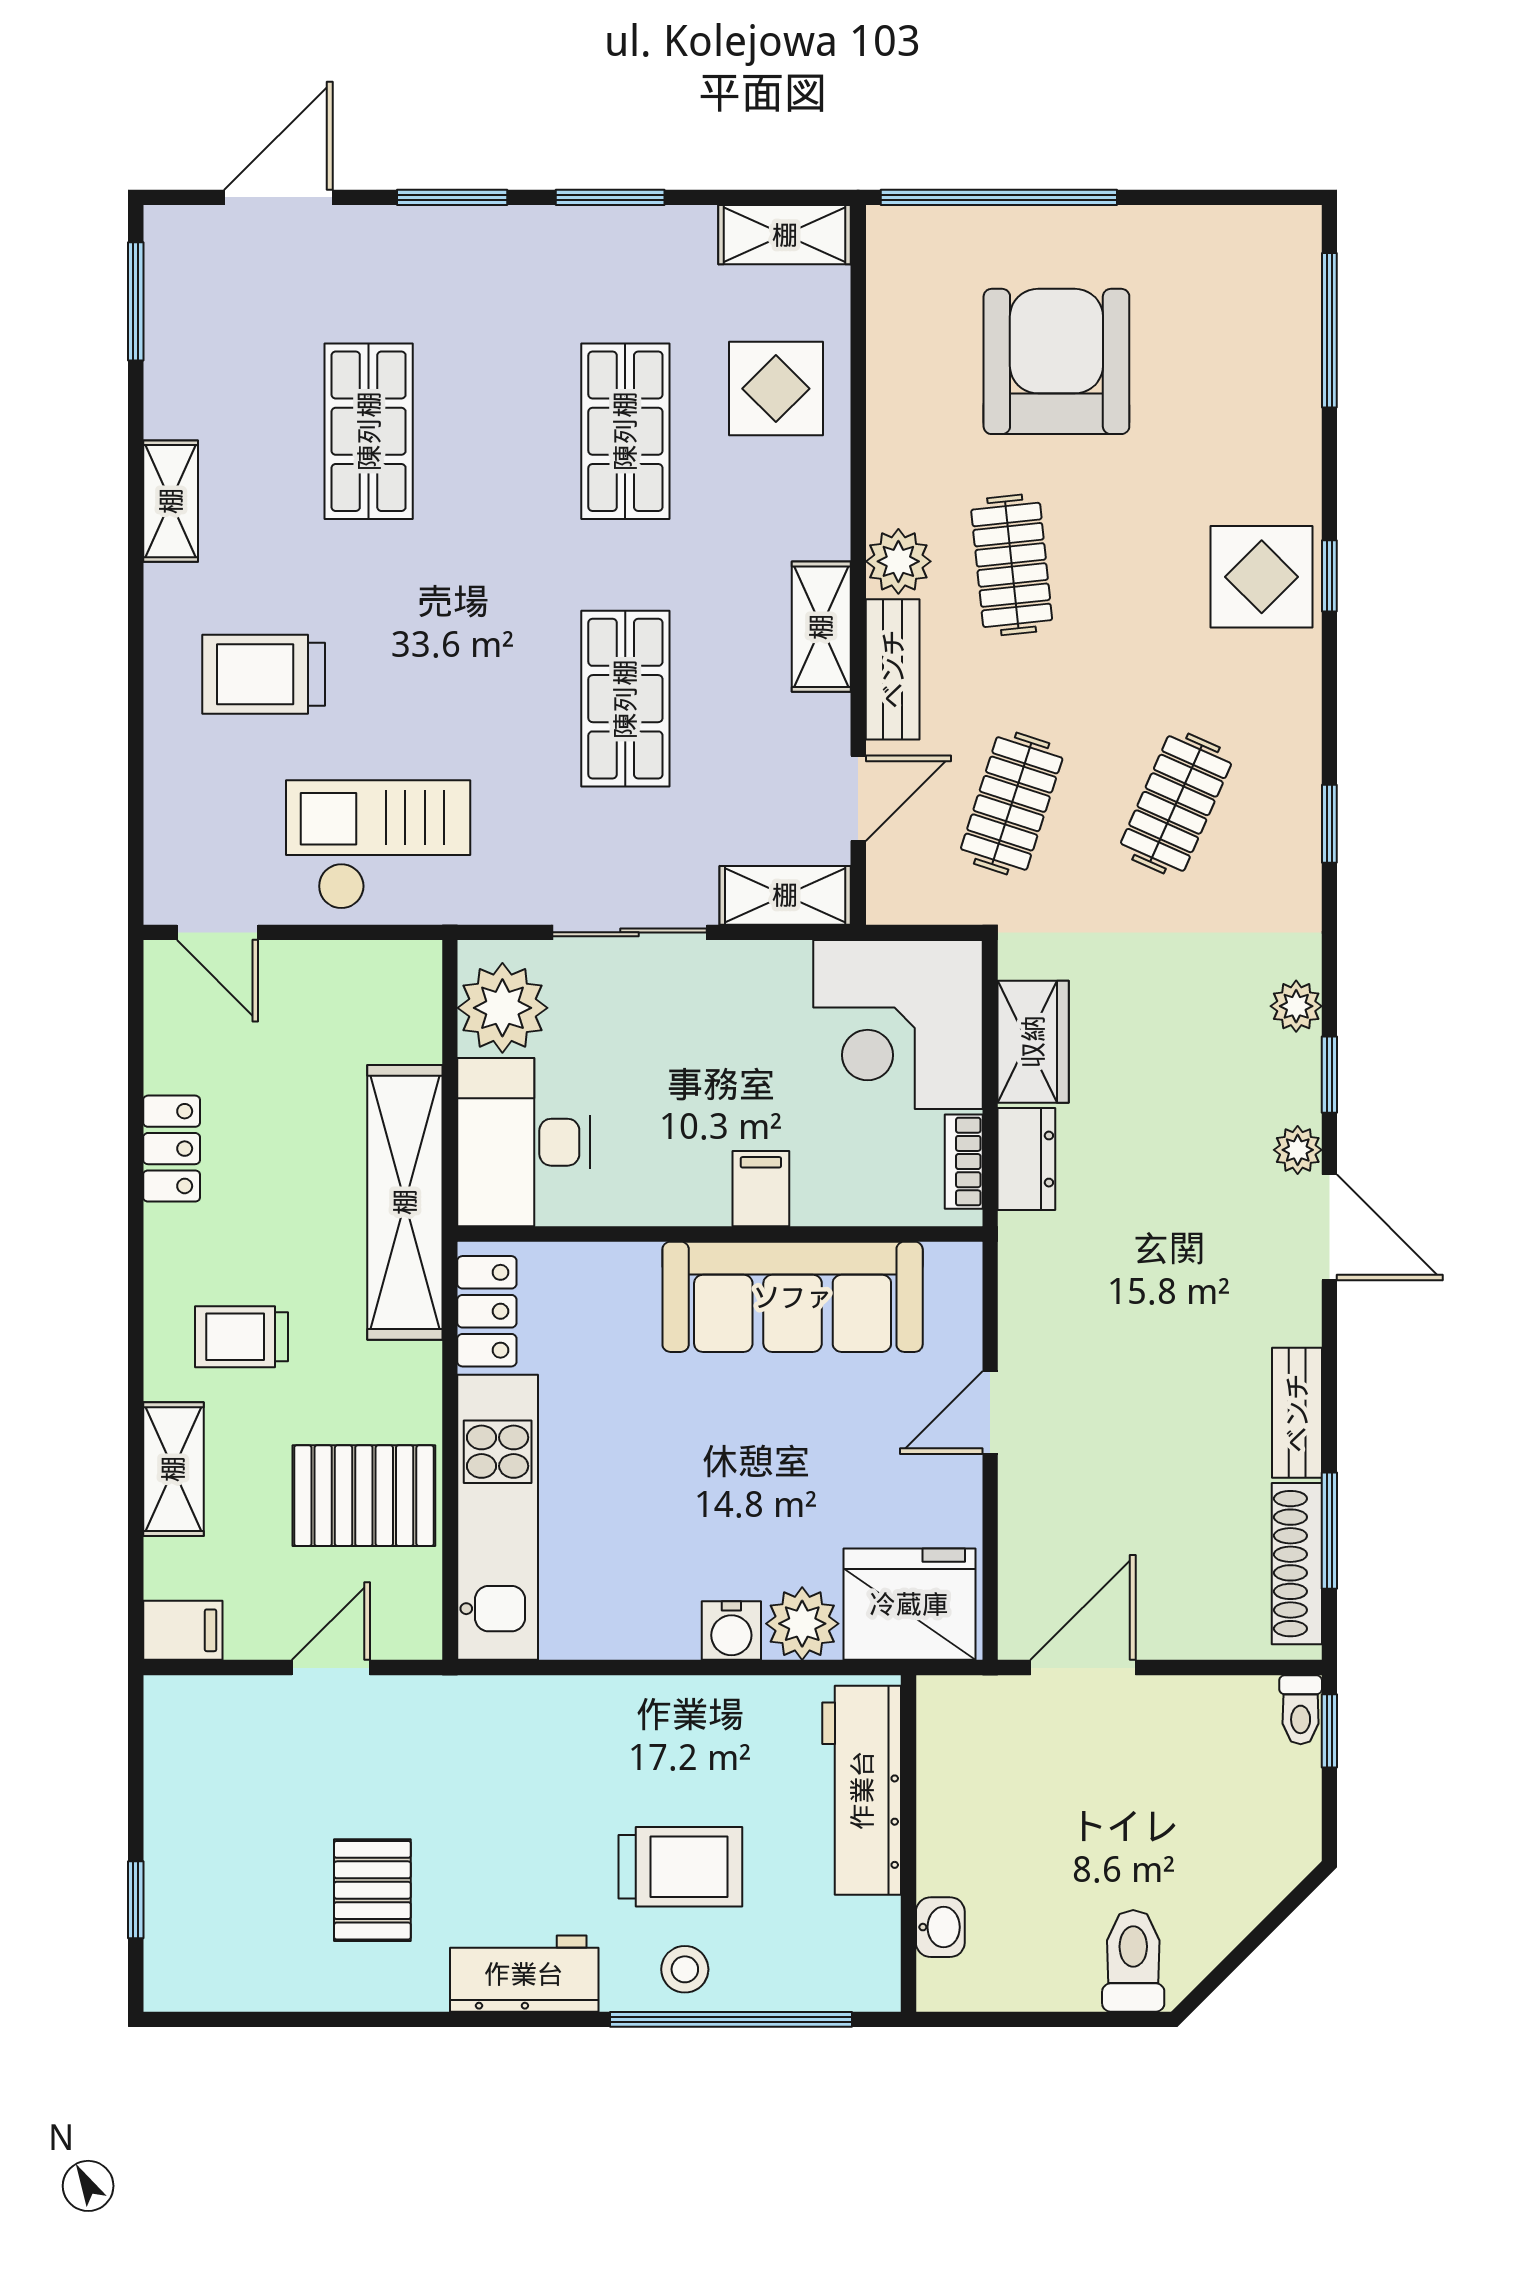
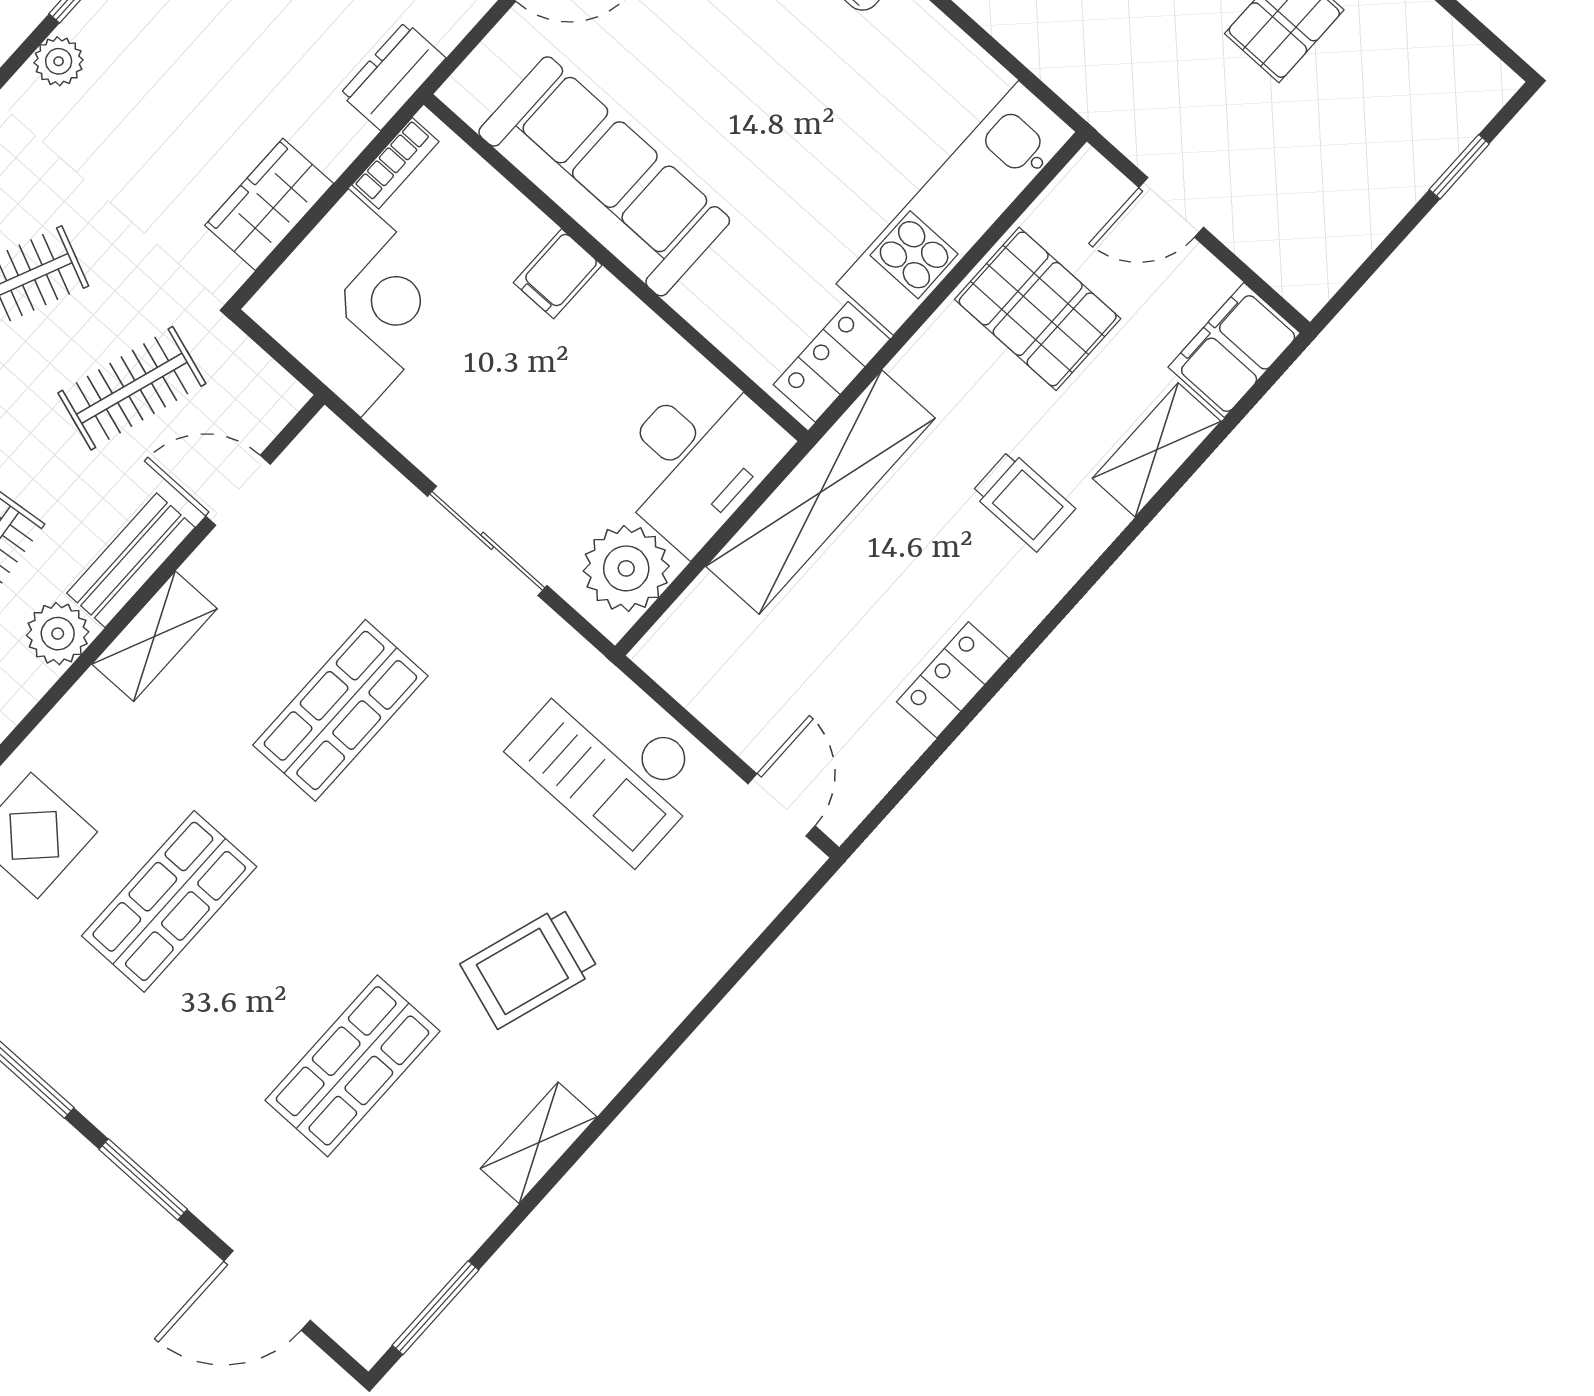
trolley: (264, 674) -> (529, 967), moved, turned 108
shelving: (785, 895) -> (352, 468), removed
dresser: (1026, 1159) -> (393, 76), moved
filing cabinet: (183, 1630) -> (1234, 350), width x2.00

